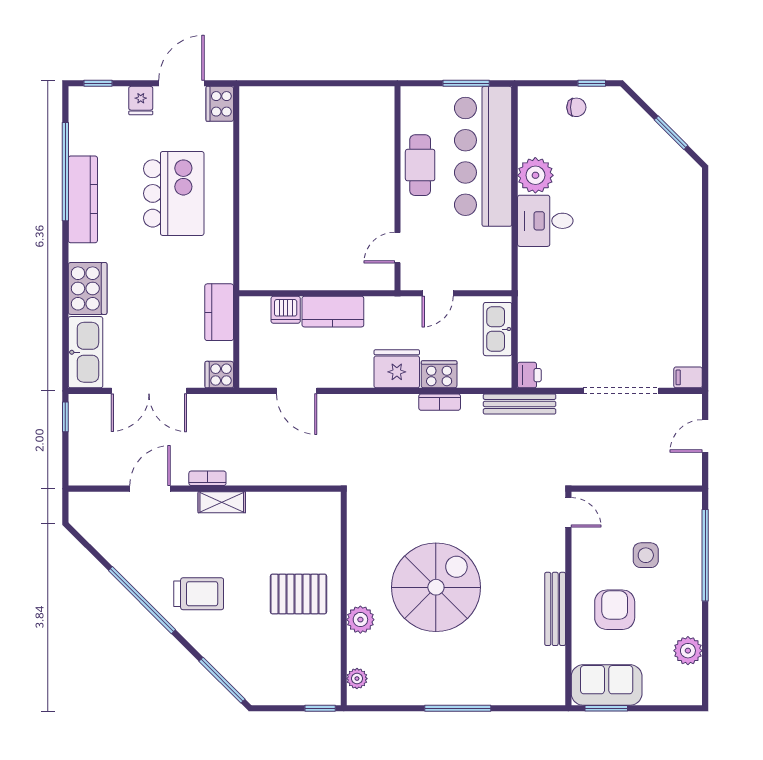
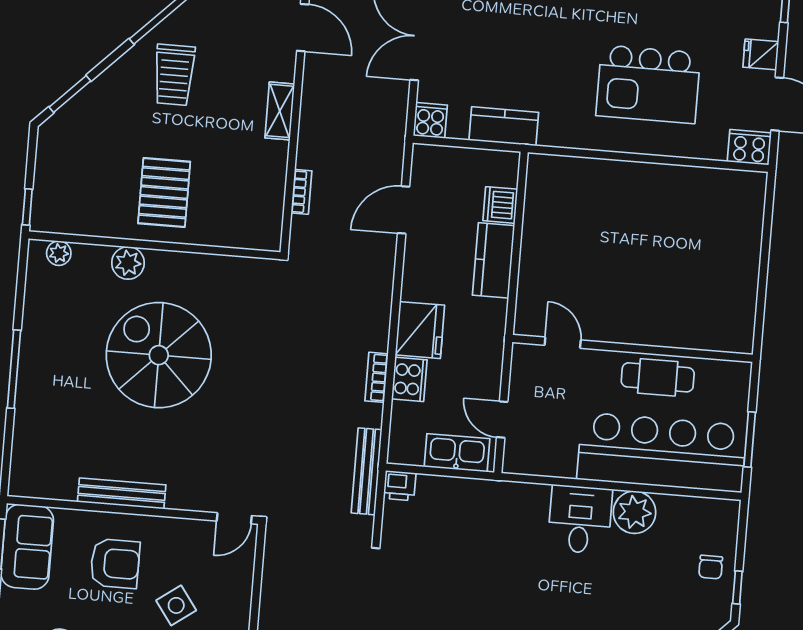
door: (438, 293) -> (502, 420), moved
bookcase: (207, 478) -> (301, 192), moved
side table: (646, 555) -> (176, 605), turned -36
spiral stairs: (436, 587) -> (159, 355), turned 180
window: (222, 680) -> (70, 94), width x0.69

